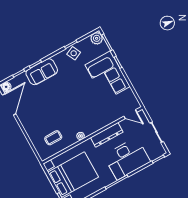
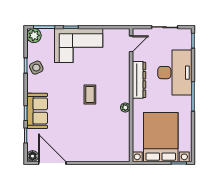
coffee table: (53, 138) -> (90, 94), moved

